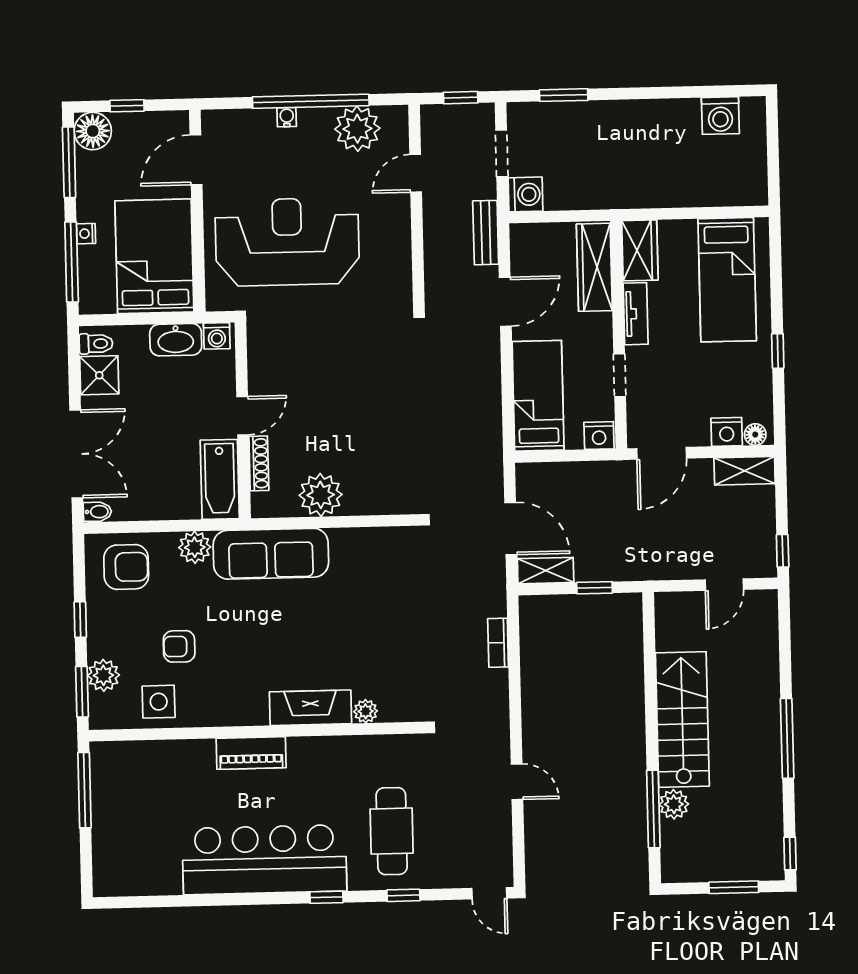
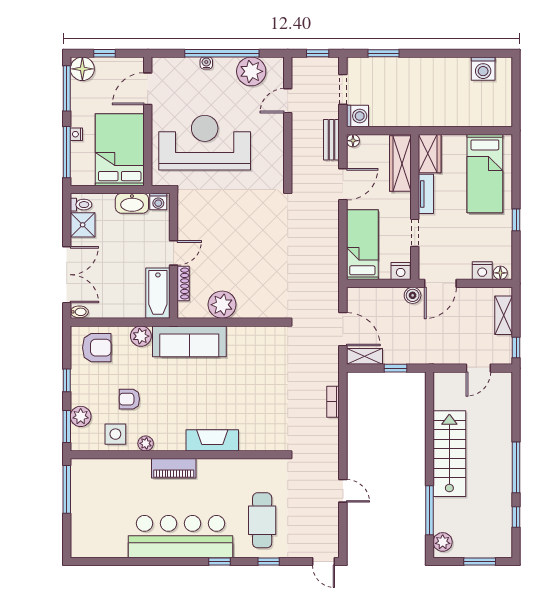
floor lamp: (519, 233) -> (353, 141), added
shelving: (745, 471) -> (504, 315), moved, turned 90
boiler: (619, 473) -> (413, 295), added
plant: (366, 711) -> (146, 443), moved
plant: (674, 804) -> (443, 542), moved
window: (790, 854) -> (516, 517), moved

